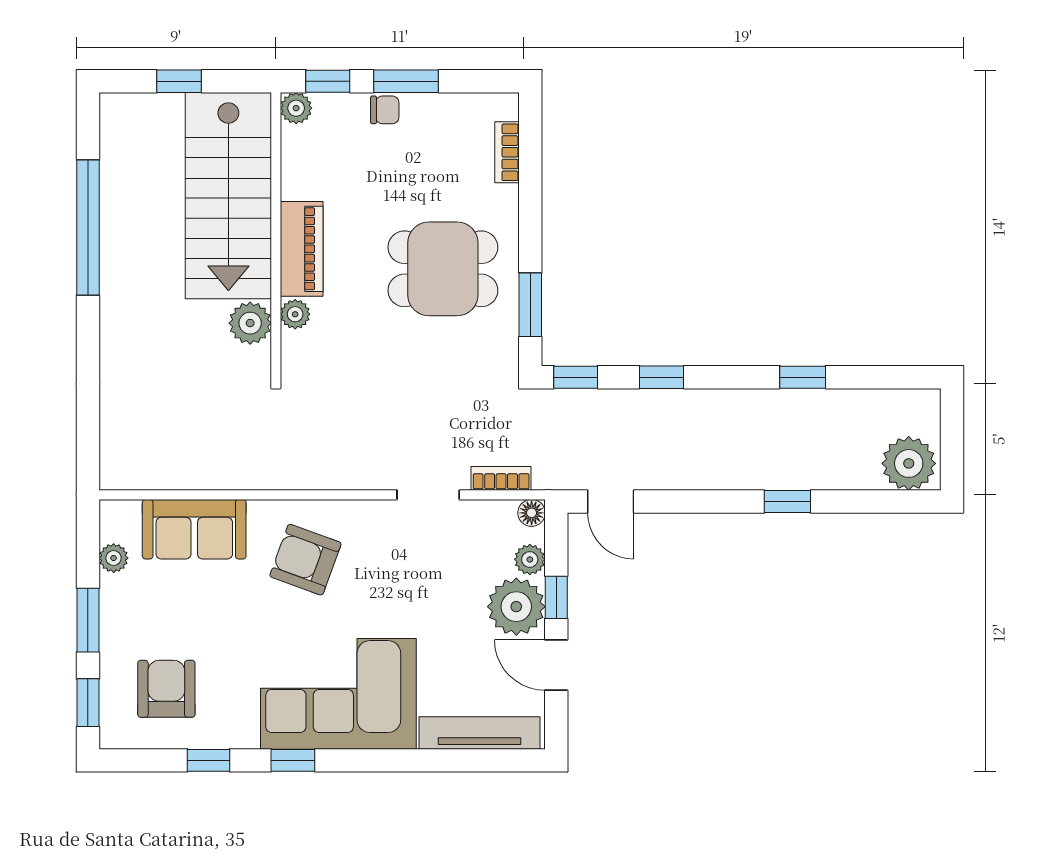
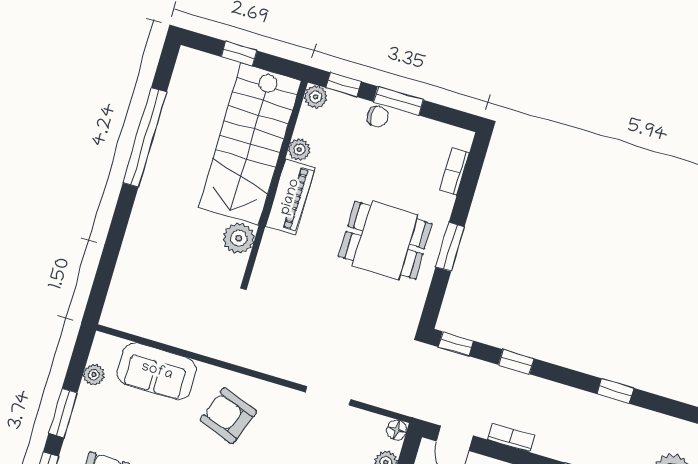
window: (530, 305) -> (450, 247), moved
plant: (295, 314) -> (299, 150), moved
bookcase: (501, 478) -> (511, 437), moved

